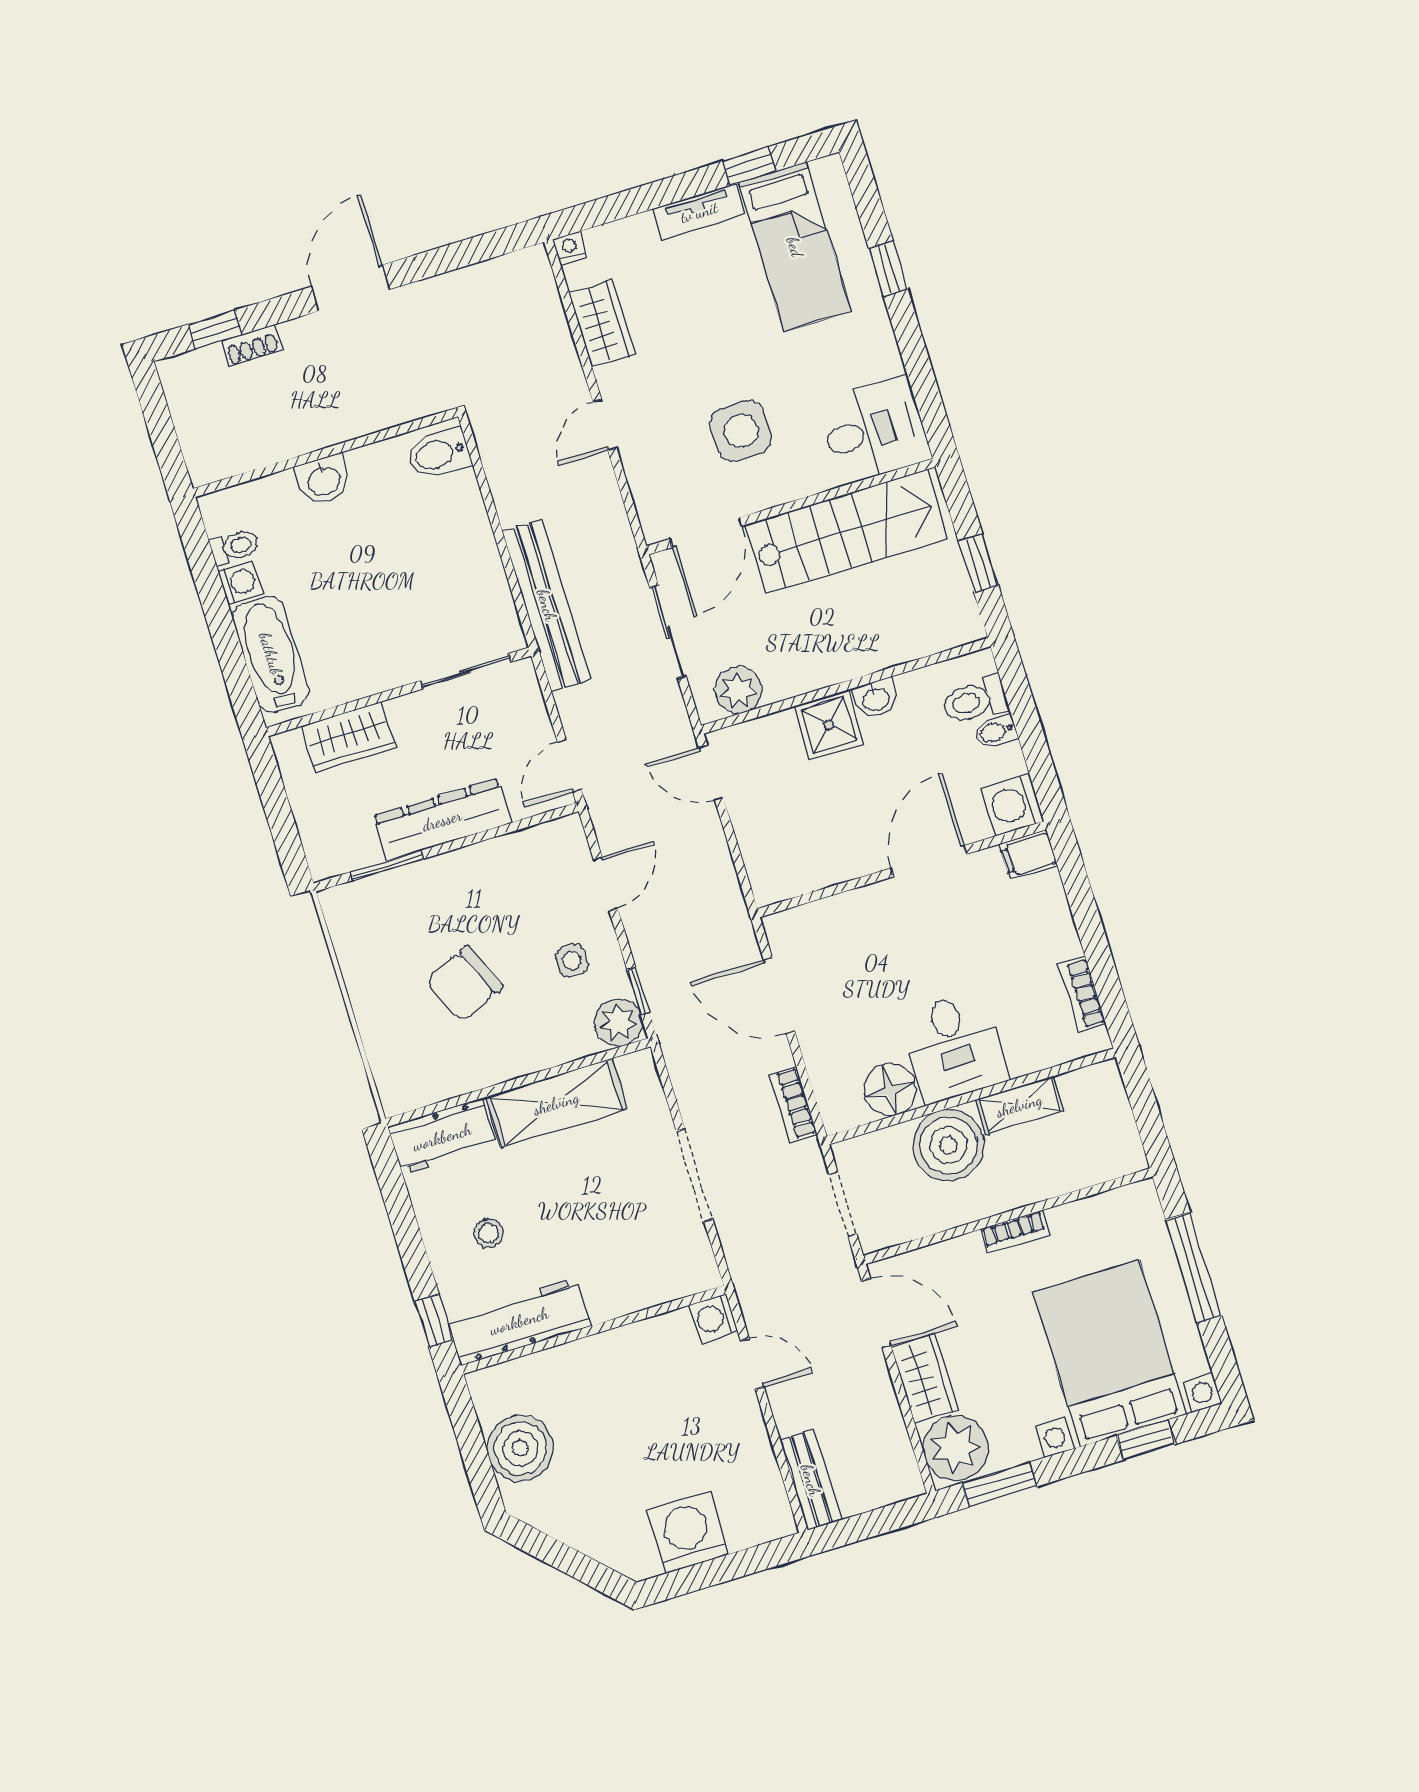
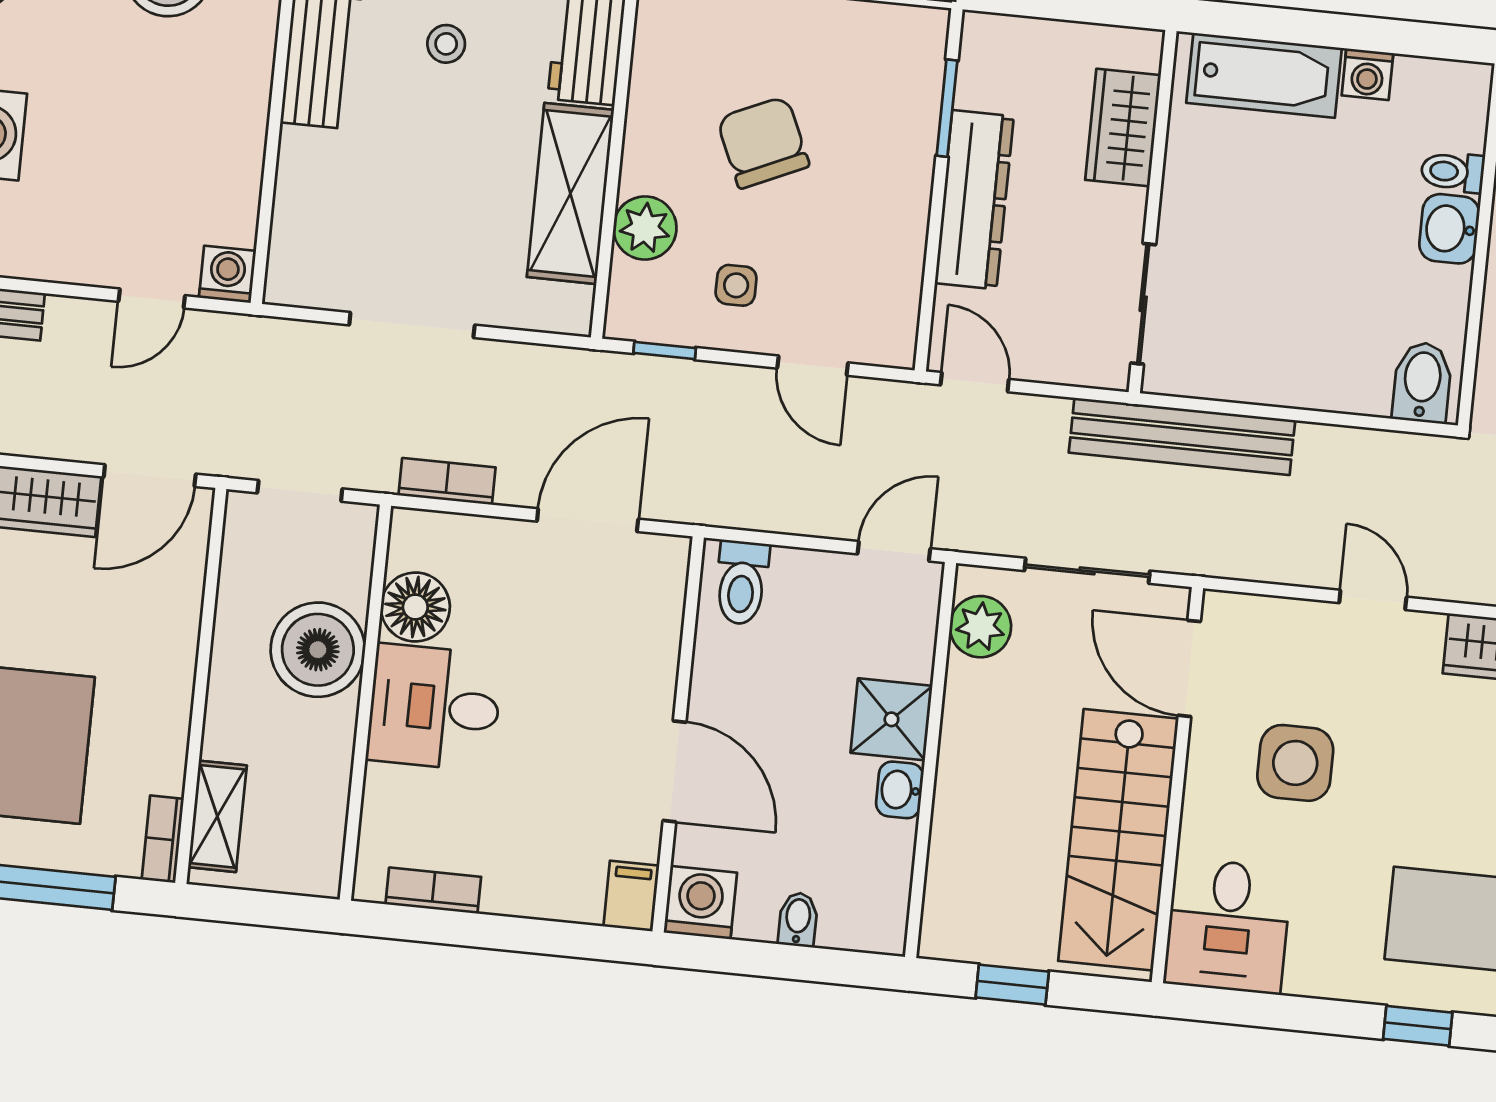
toilet: (235, 547) -> (1453, 172), moved, turned 90
toilet: (975, 701) -> (742, 583), moved, turned 180
plant: (619, 1022) -> (645, 228), moved
shelving: (1019, 1105) -> (217, 816), moved
bookcase: (1014, 1232) -> (163, 839), moved

